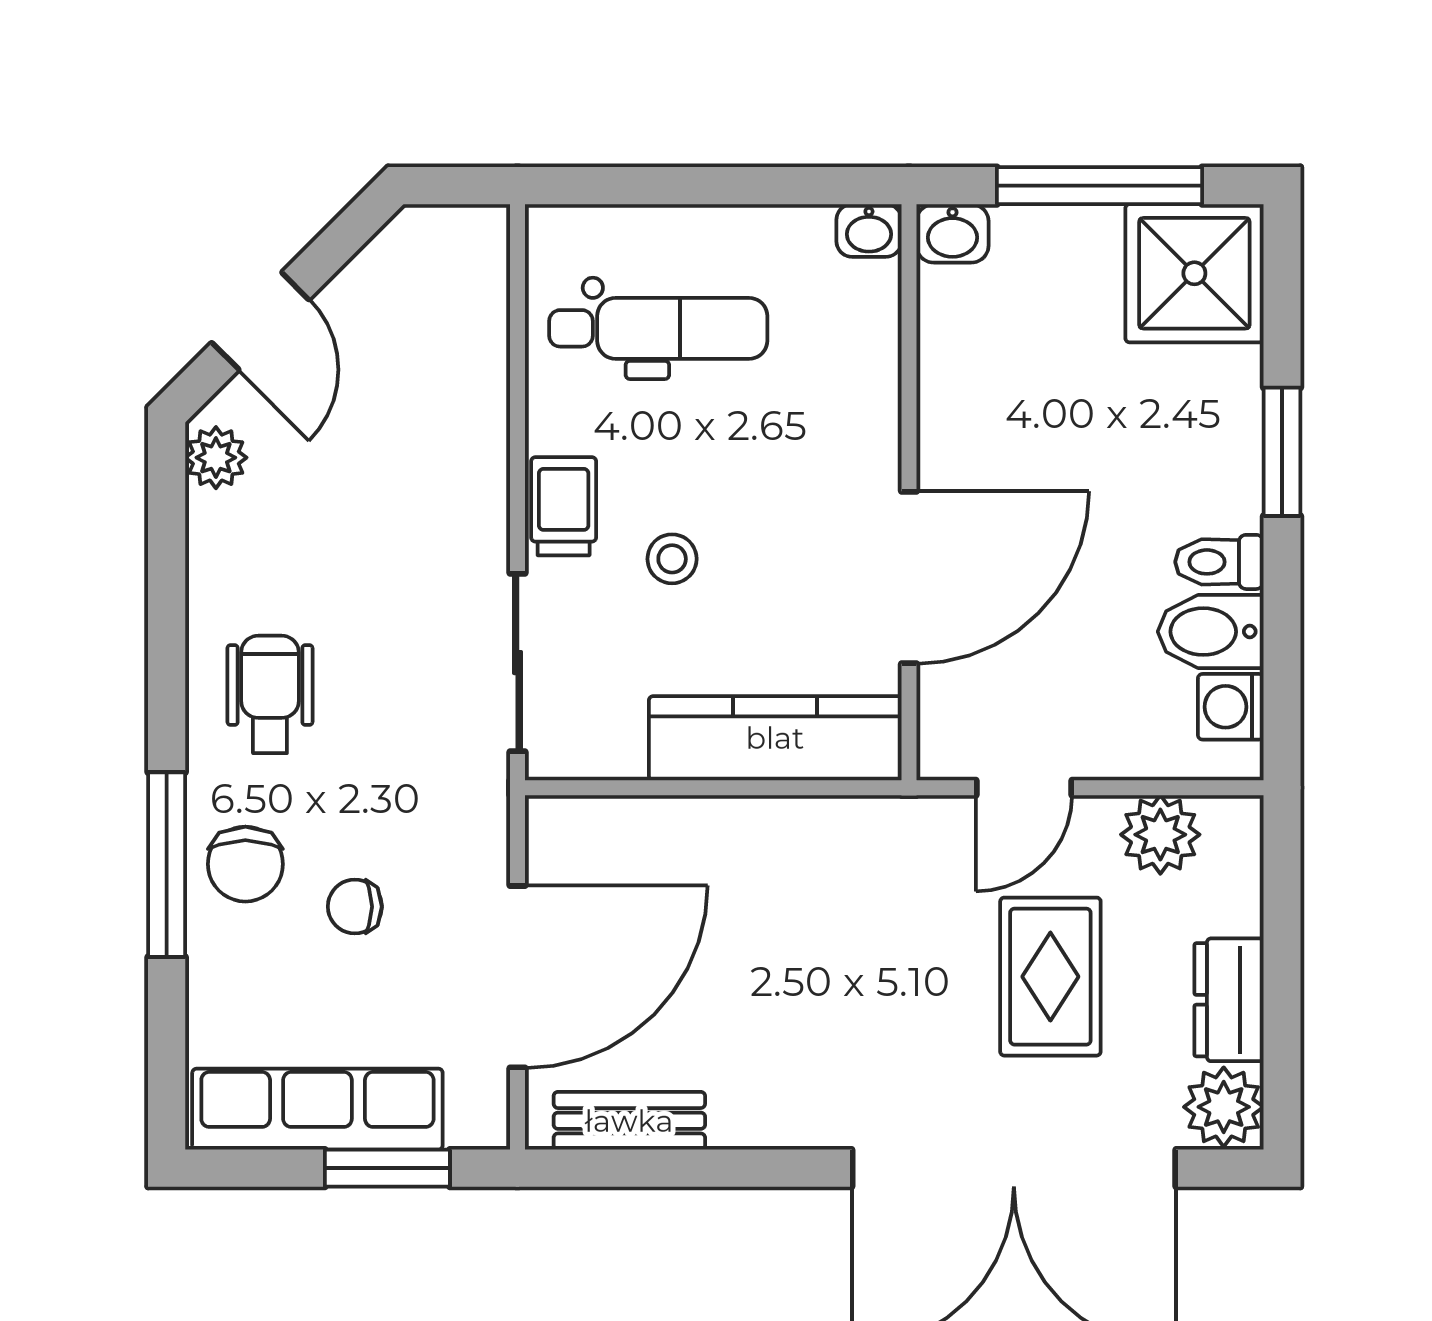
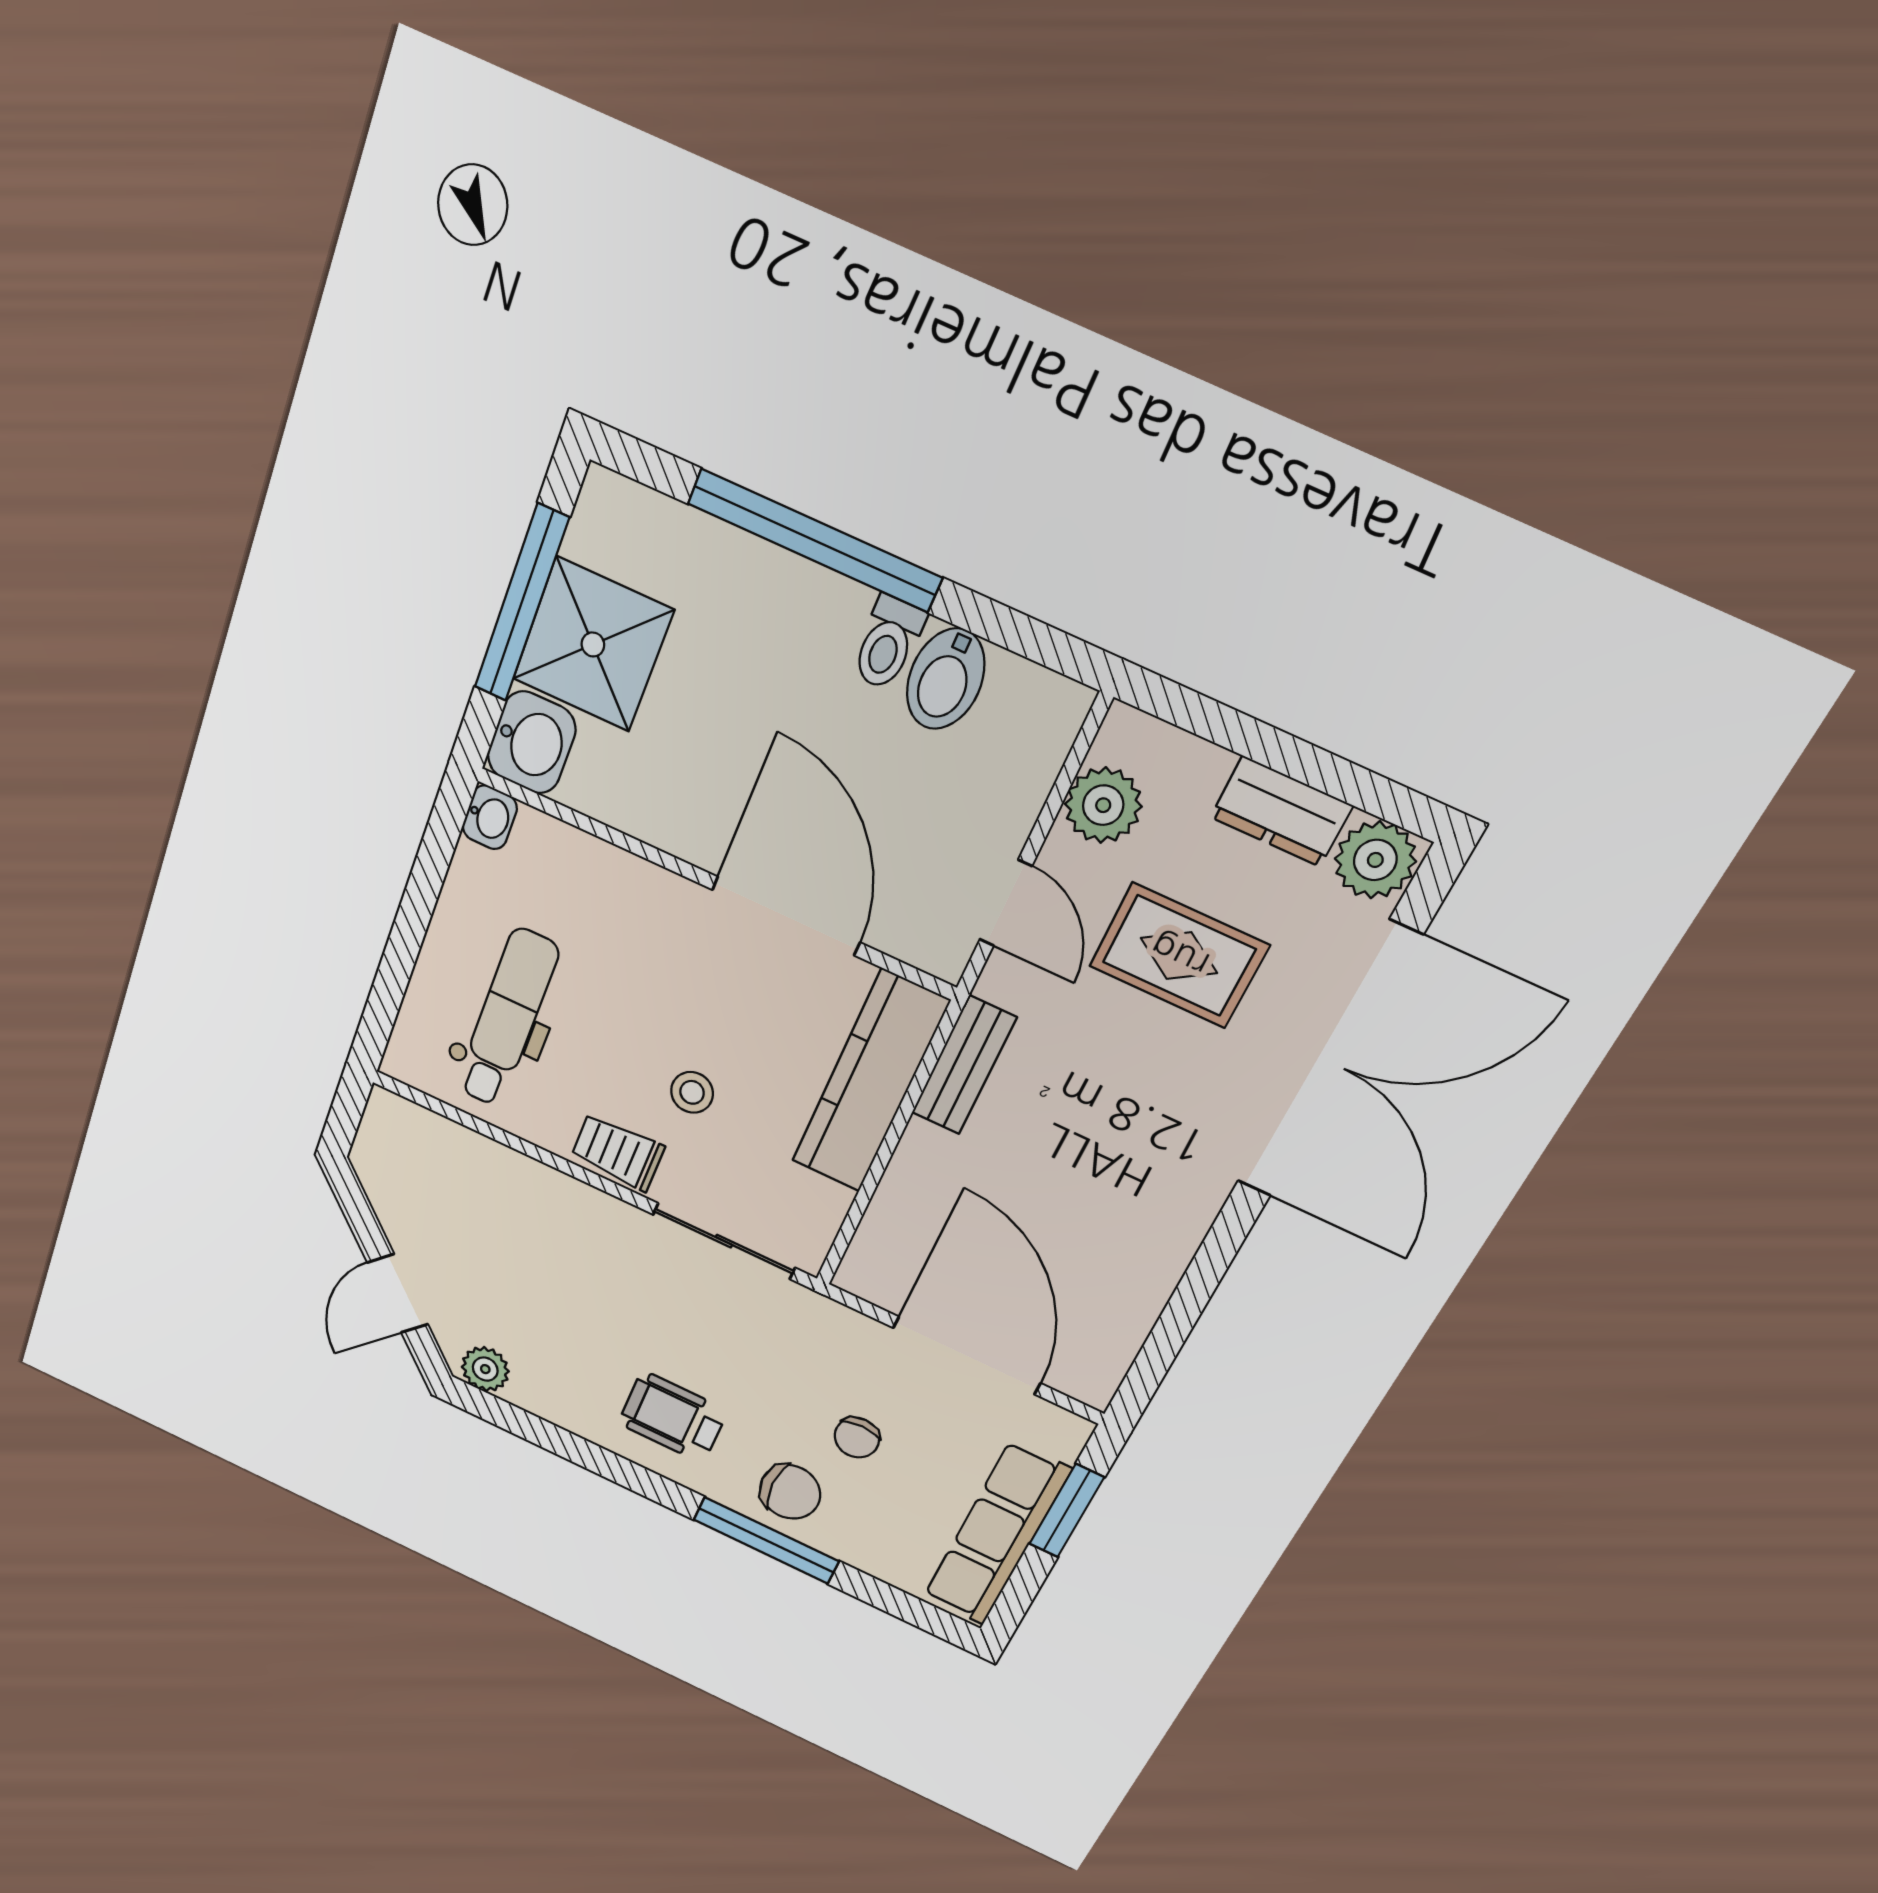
washbasin: (952, 233) -> (532, 742), width x1.38, depth x1.45
shower: (1194, 273) -> (593, 645), moved
door: (260, 321) -> (398, 1293), swing flipped
window: (1282, 452) -> (815, 541), width x2.11
washing machine: (1231, 707) -> (1020, 691), removed
bench: (629, 1121) -> (964, 1065), moved

